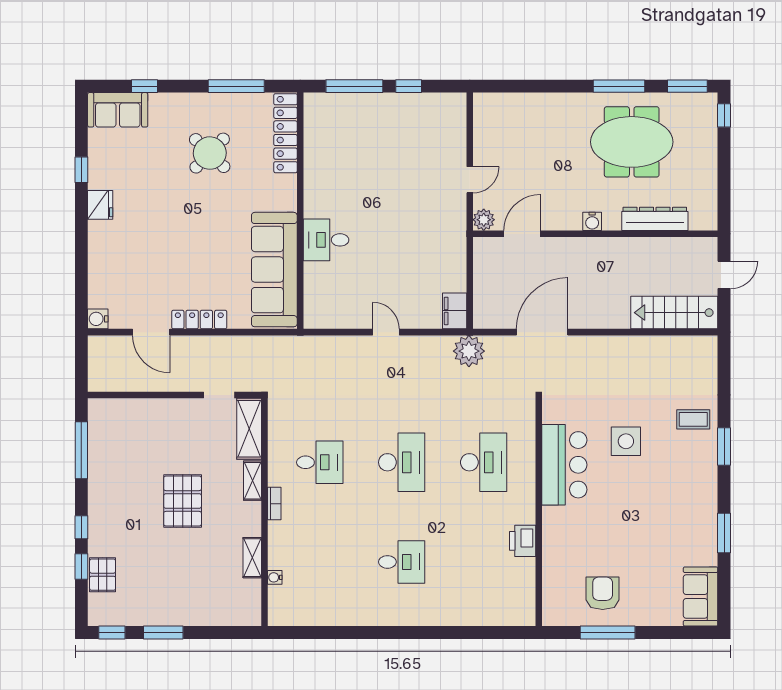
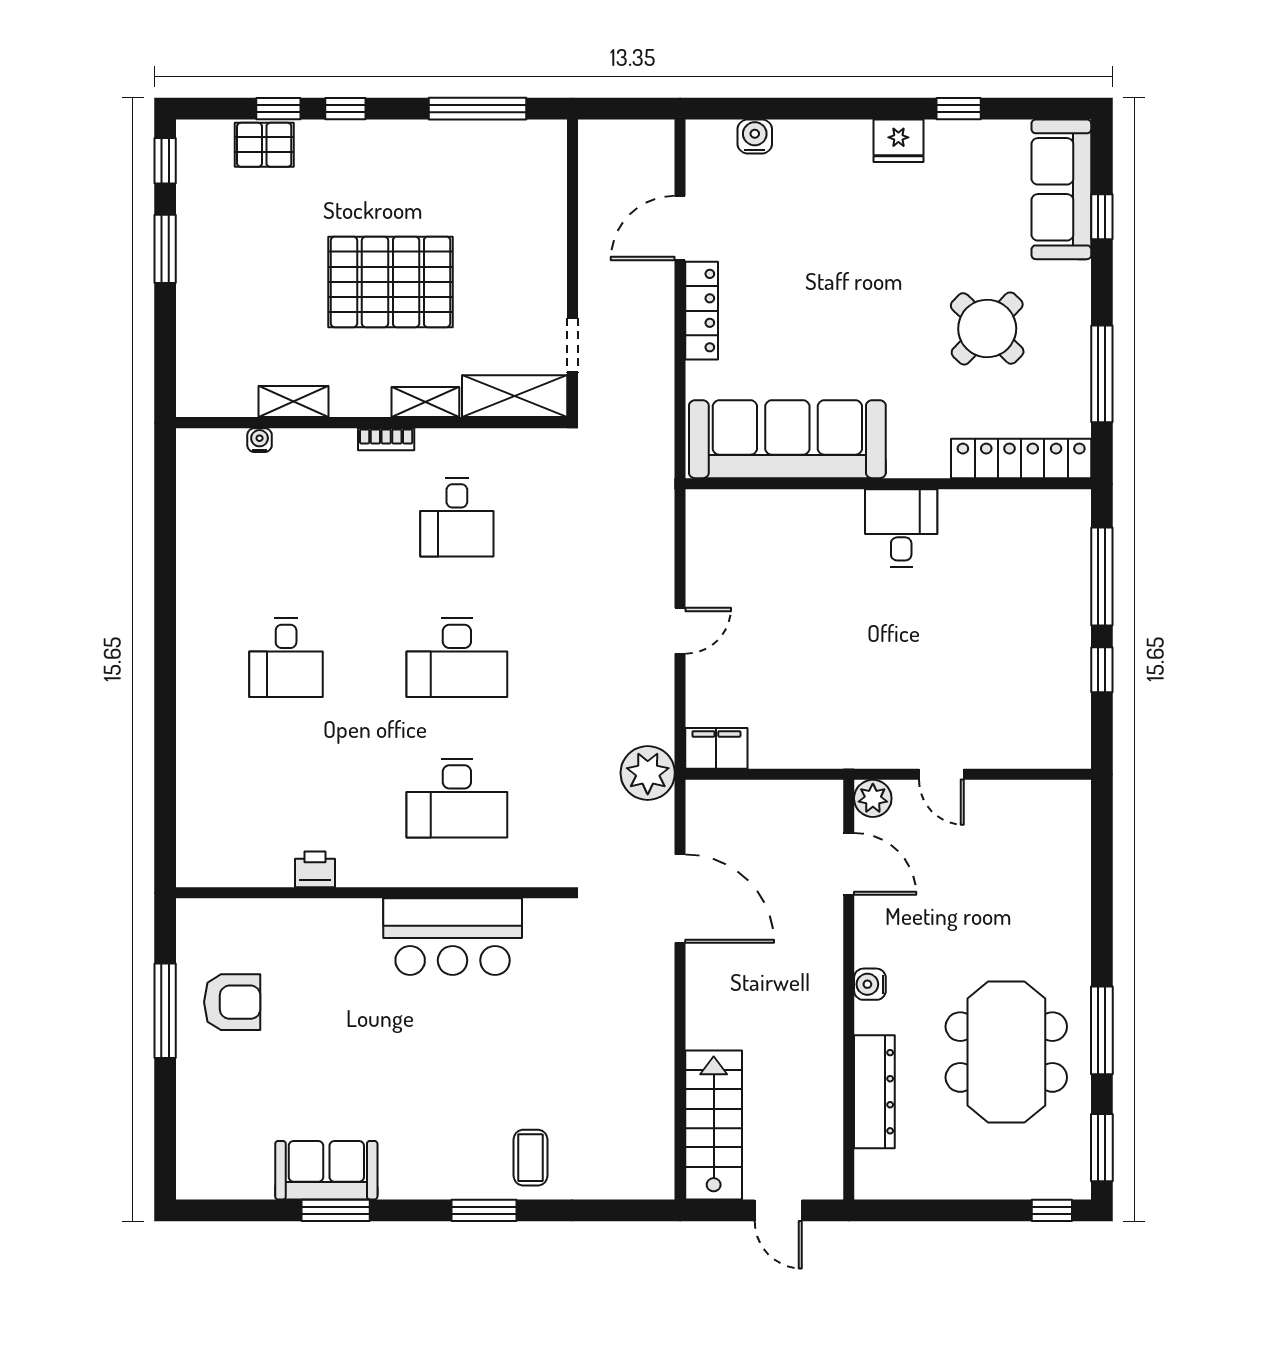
sofa: (118, 110) -> (1061, 189), width x1.36
desk: (326, 240) -> (901, 528), moved
water cooler: (98, 319) -> (755, 137), moved
side table: (626, 441) -> (493, 1042), removed
pallet: (183, 501) -> (391, 282), width x1.37, depth x1.41
printer: (523, 541) -> (315, 869), width x0.73, depth x0.81
sofa: (701, 596) -> (326, 1170), moved

